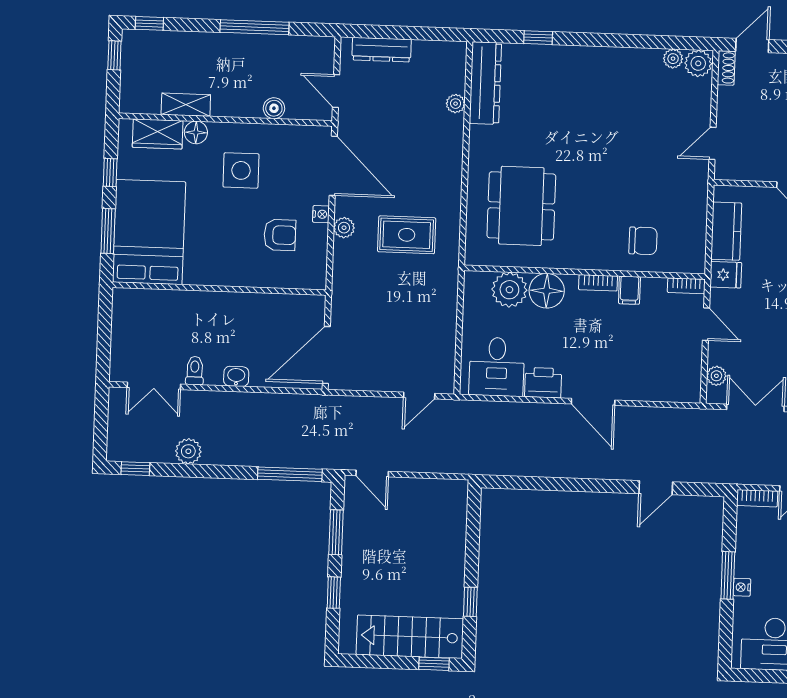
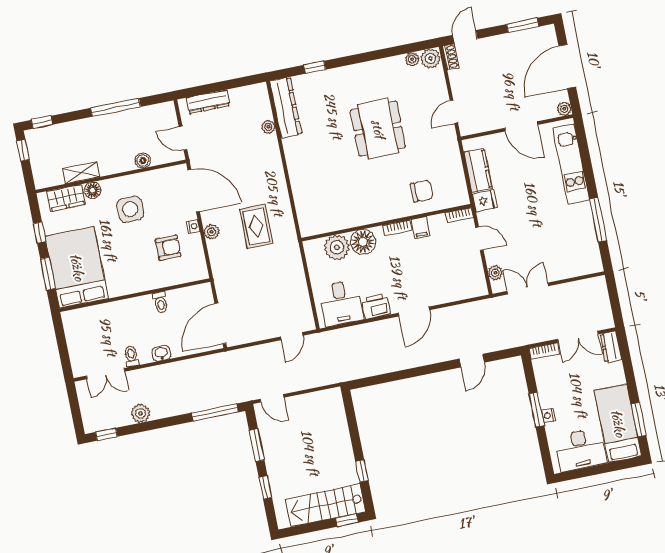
dining table: (521, 206) -> (378, 129), moved
rug: (407, 235) -> (256, 226), turned 90
toilet: (252, 307) -> (160, 302), added
door: (593, 402) -> (414, 312), hinge flipped

